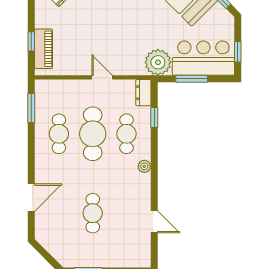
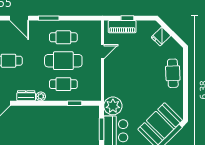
door: (102, 77) -> (102, 52), moved
dresser: (143, 93) -> (26, 96), moved
window: (31, 108) -> (49, 18), moved

